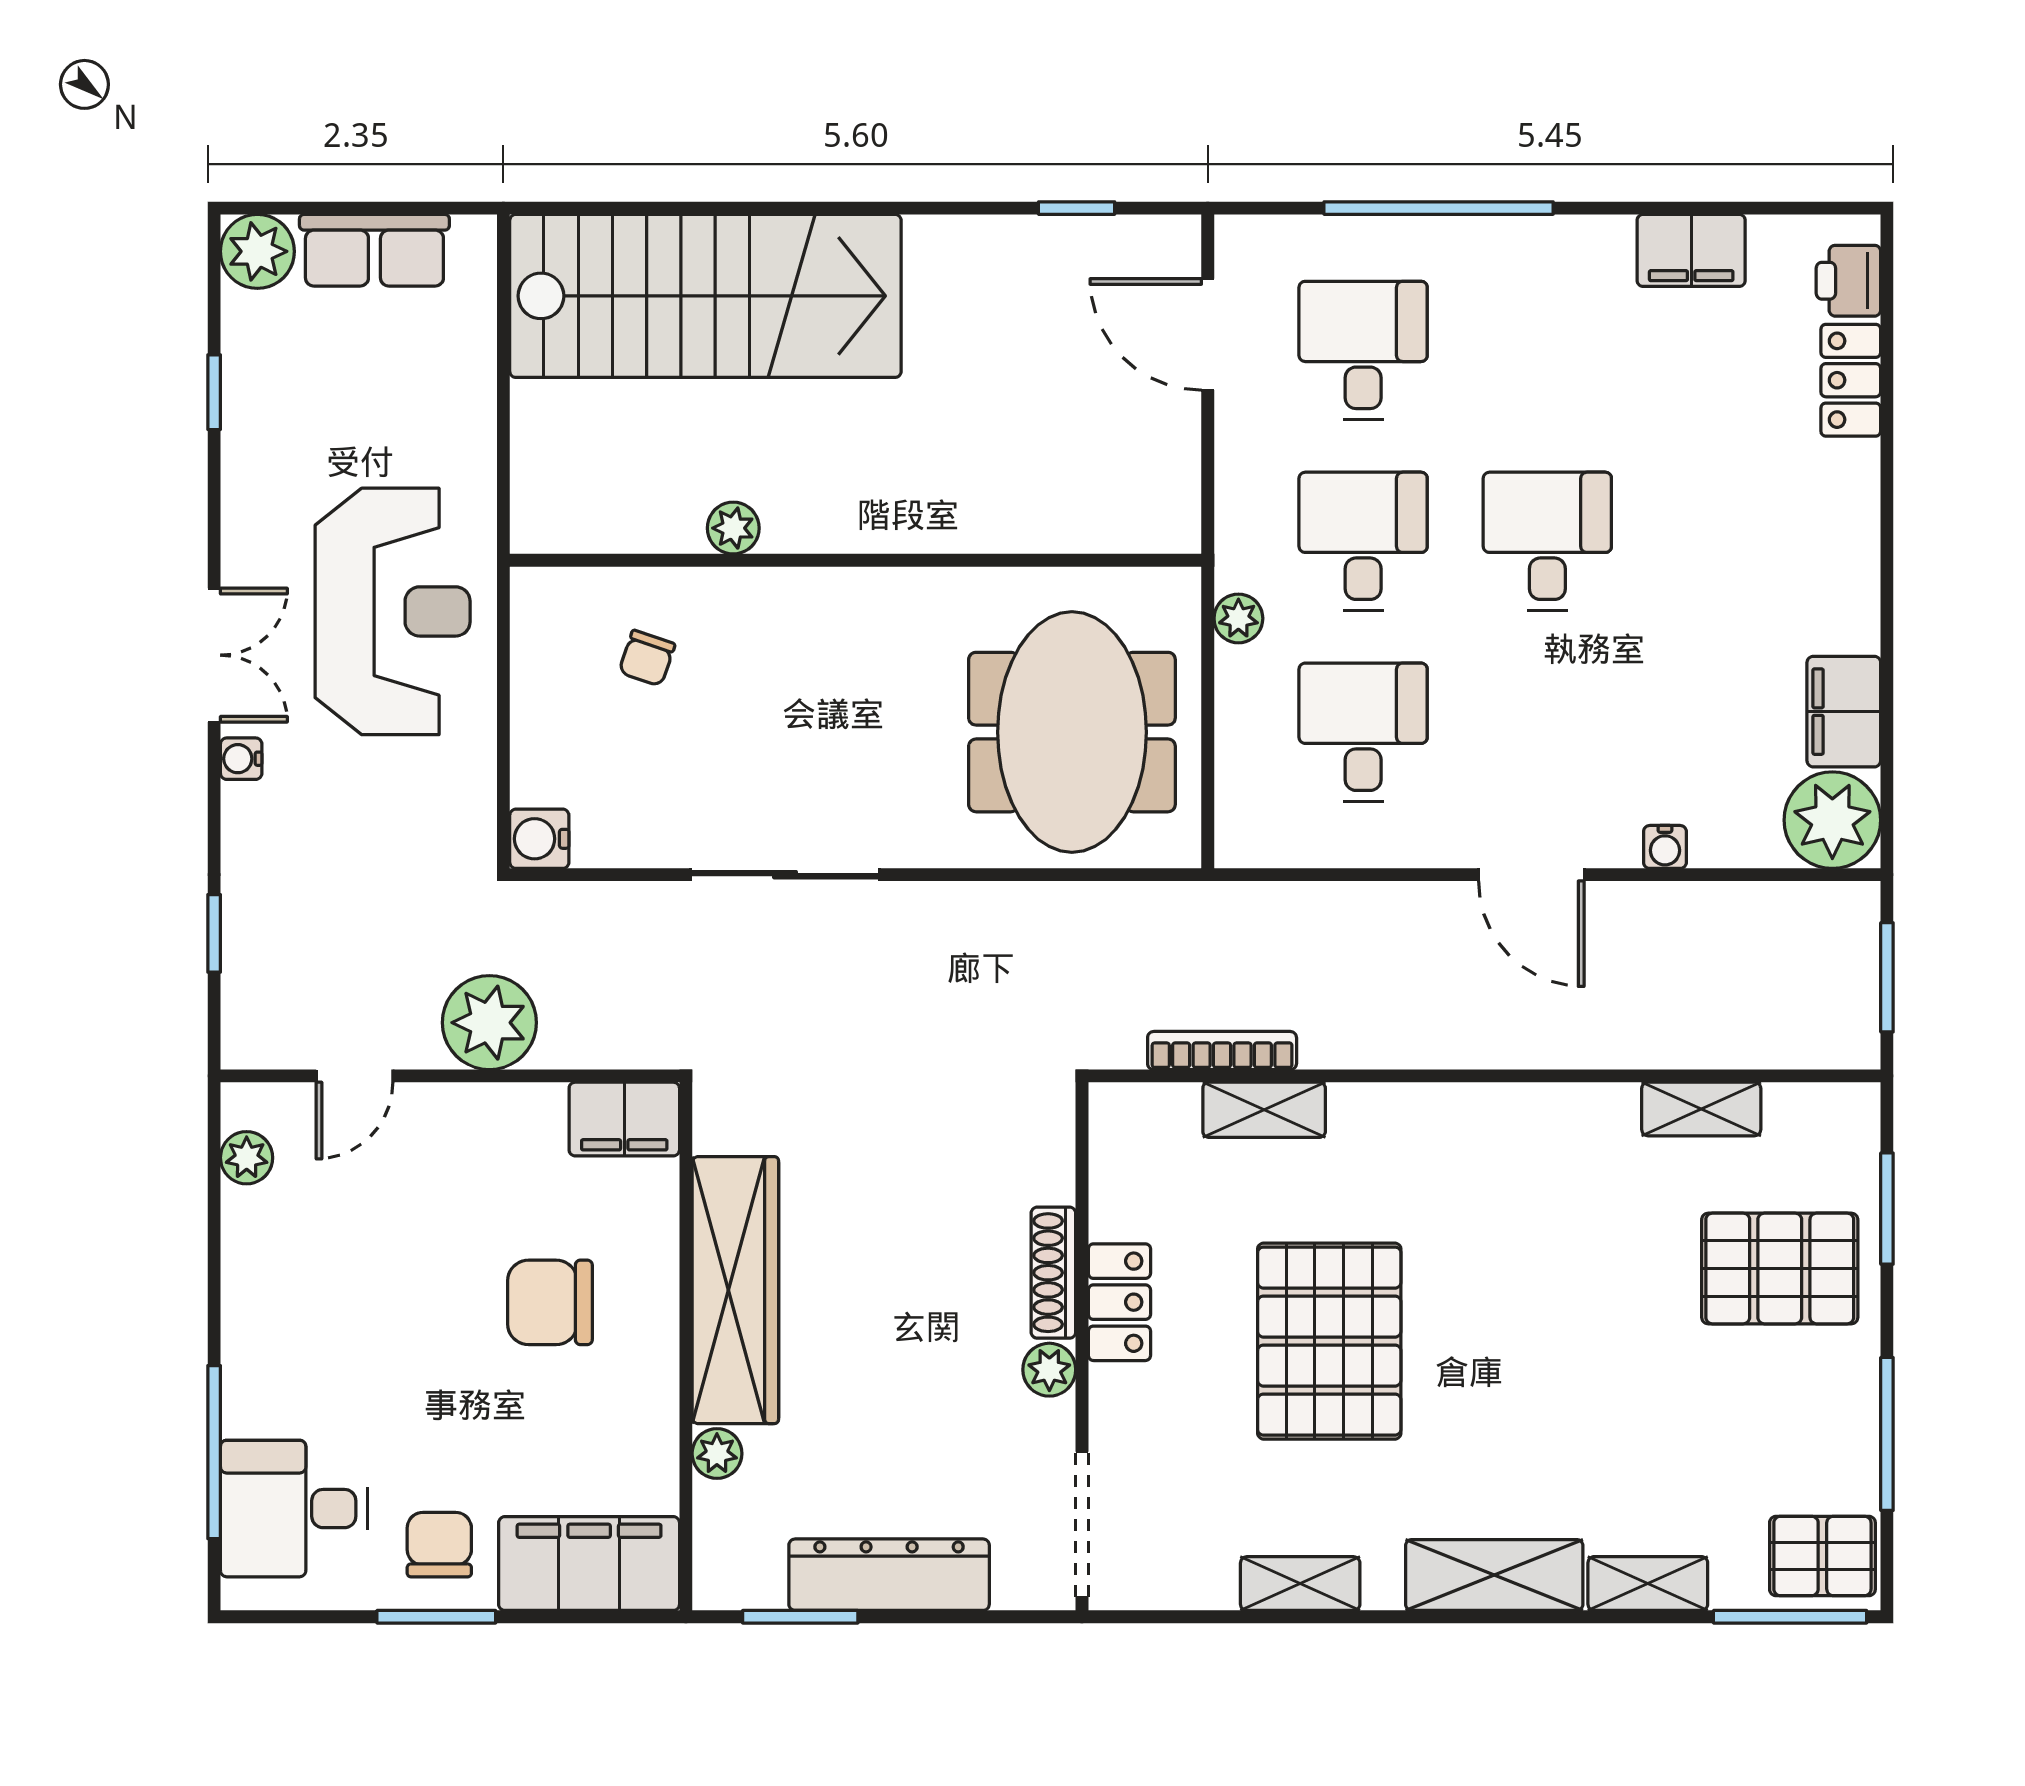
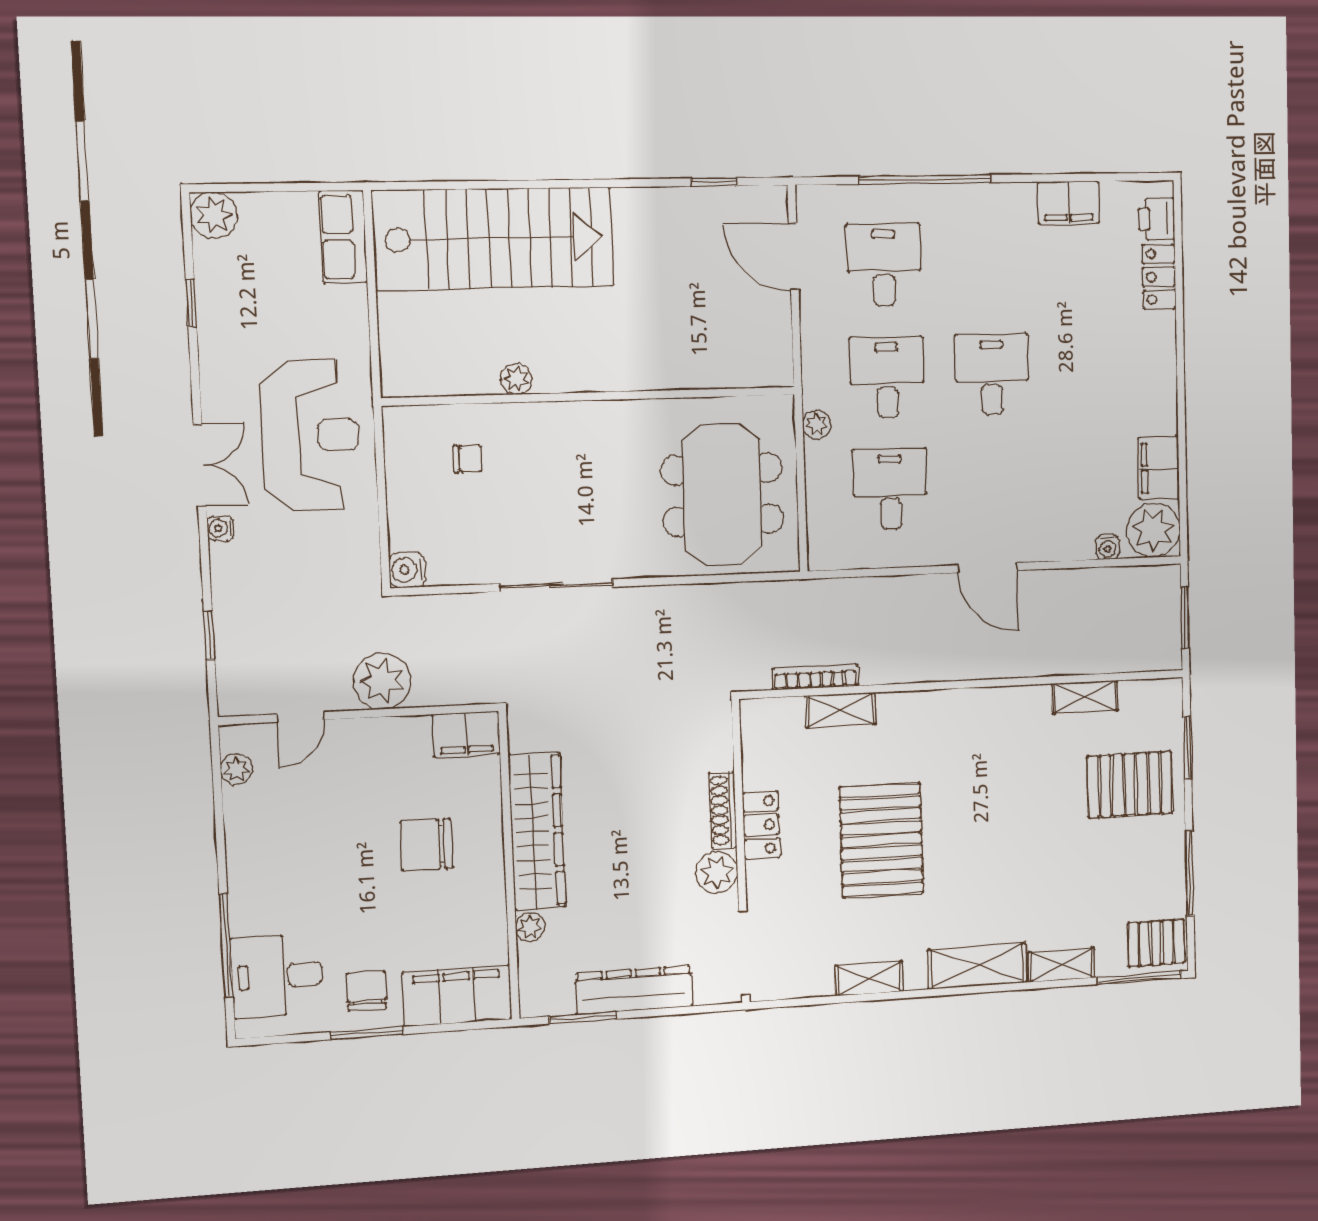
row of seats: (374, 250) -> (343, 237), moved, turned 90
chair: (647, 658) -> (468, 459), turned -109
water cooler: (1665, 847) -> (1108, 547), moved
plant: (1049, 1370) -> (717, 872), width x1.38, depth x1.38

